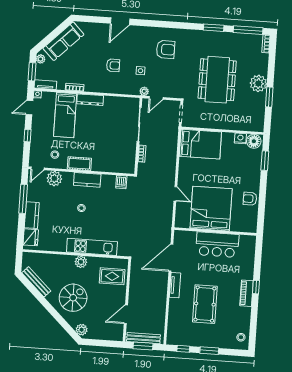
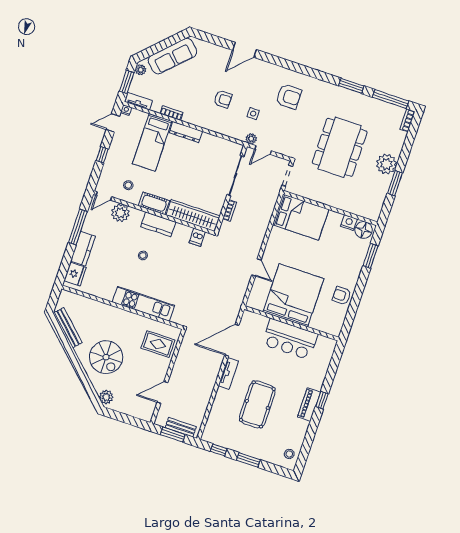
wardrobe: (113, 165) -> (193, 216), added
plant: (81, 262) -> (126, 318), removed
spiral stairs: (73, 298) -> (106, 357), turned 90
bench: (143, 338) -> (181, 427), width x0.73

